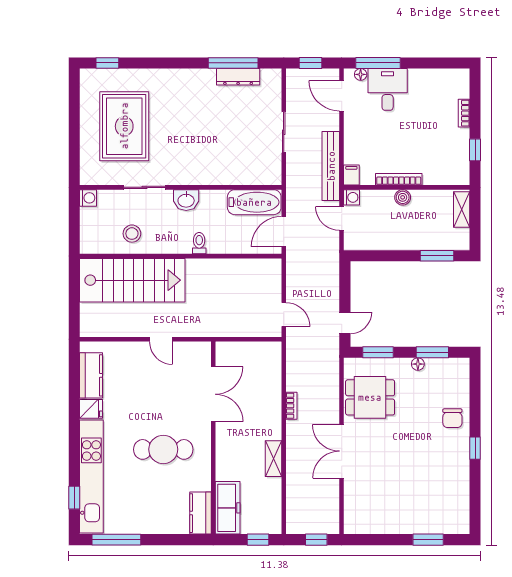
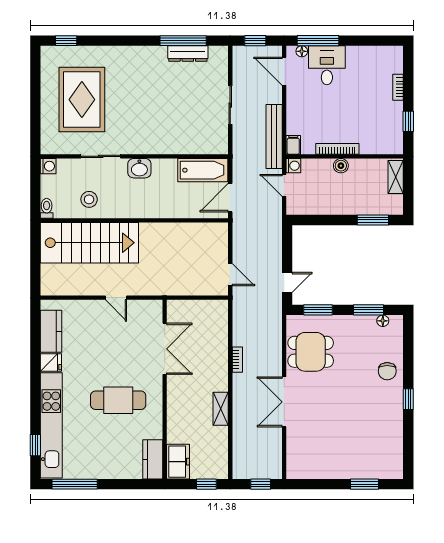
toilet: (199, 243) -> (47, 208), moved
floor lamp: (418, 364) -> (383, 321), moved
freezer: (228, 508) -> (178, 462), width x0.71

